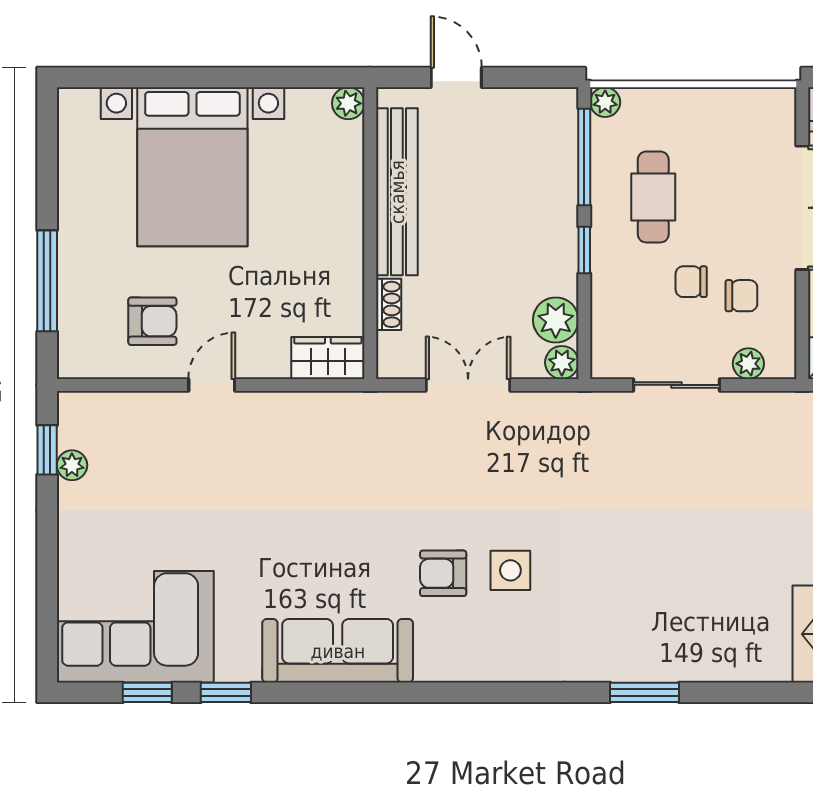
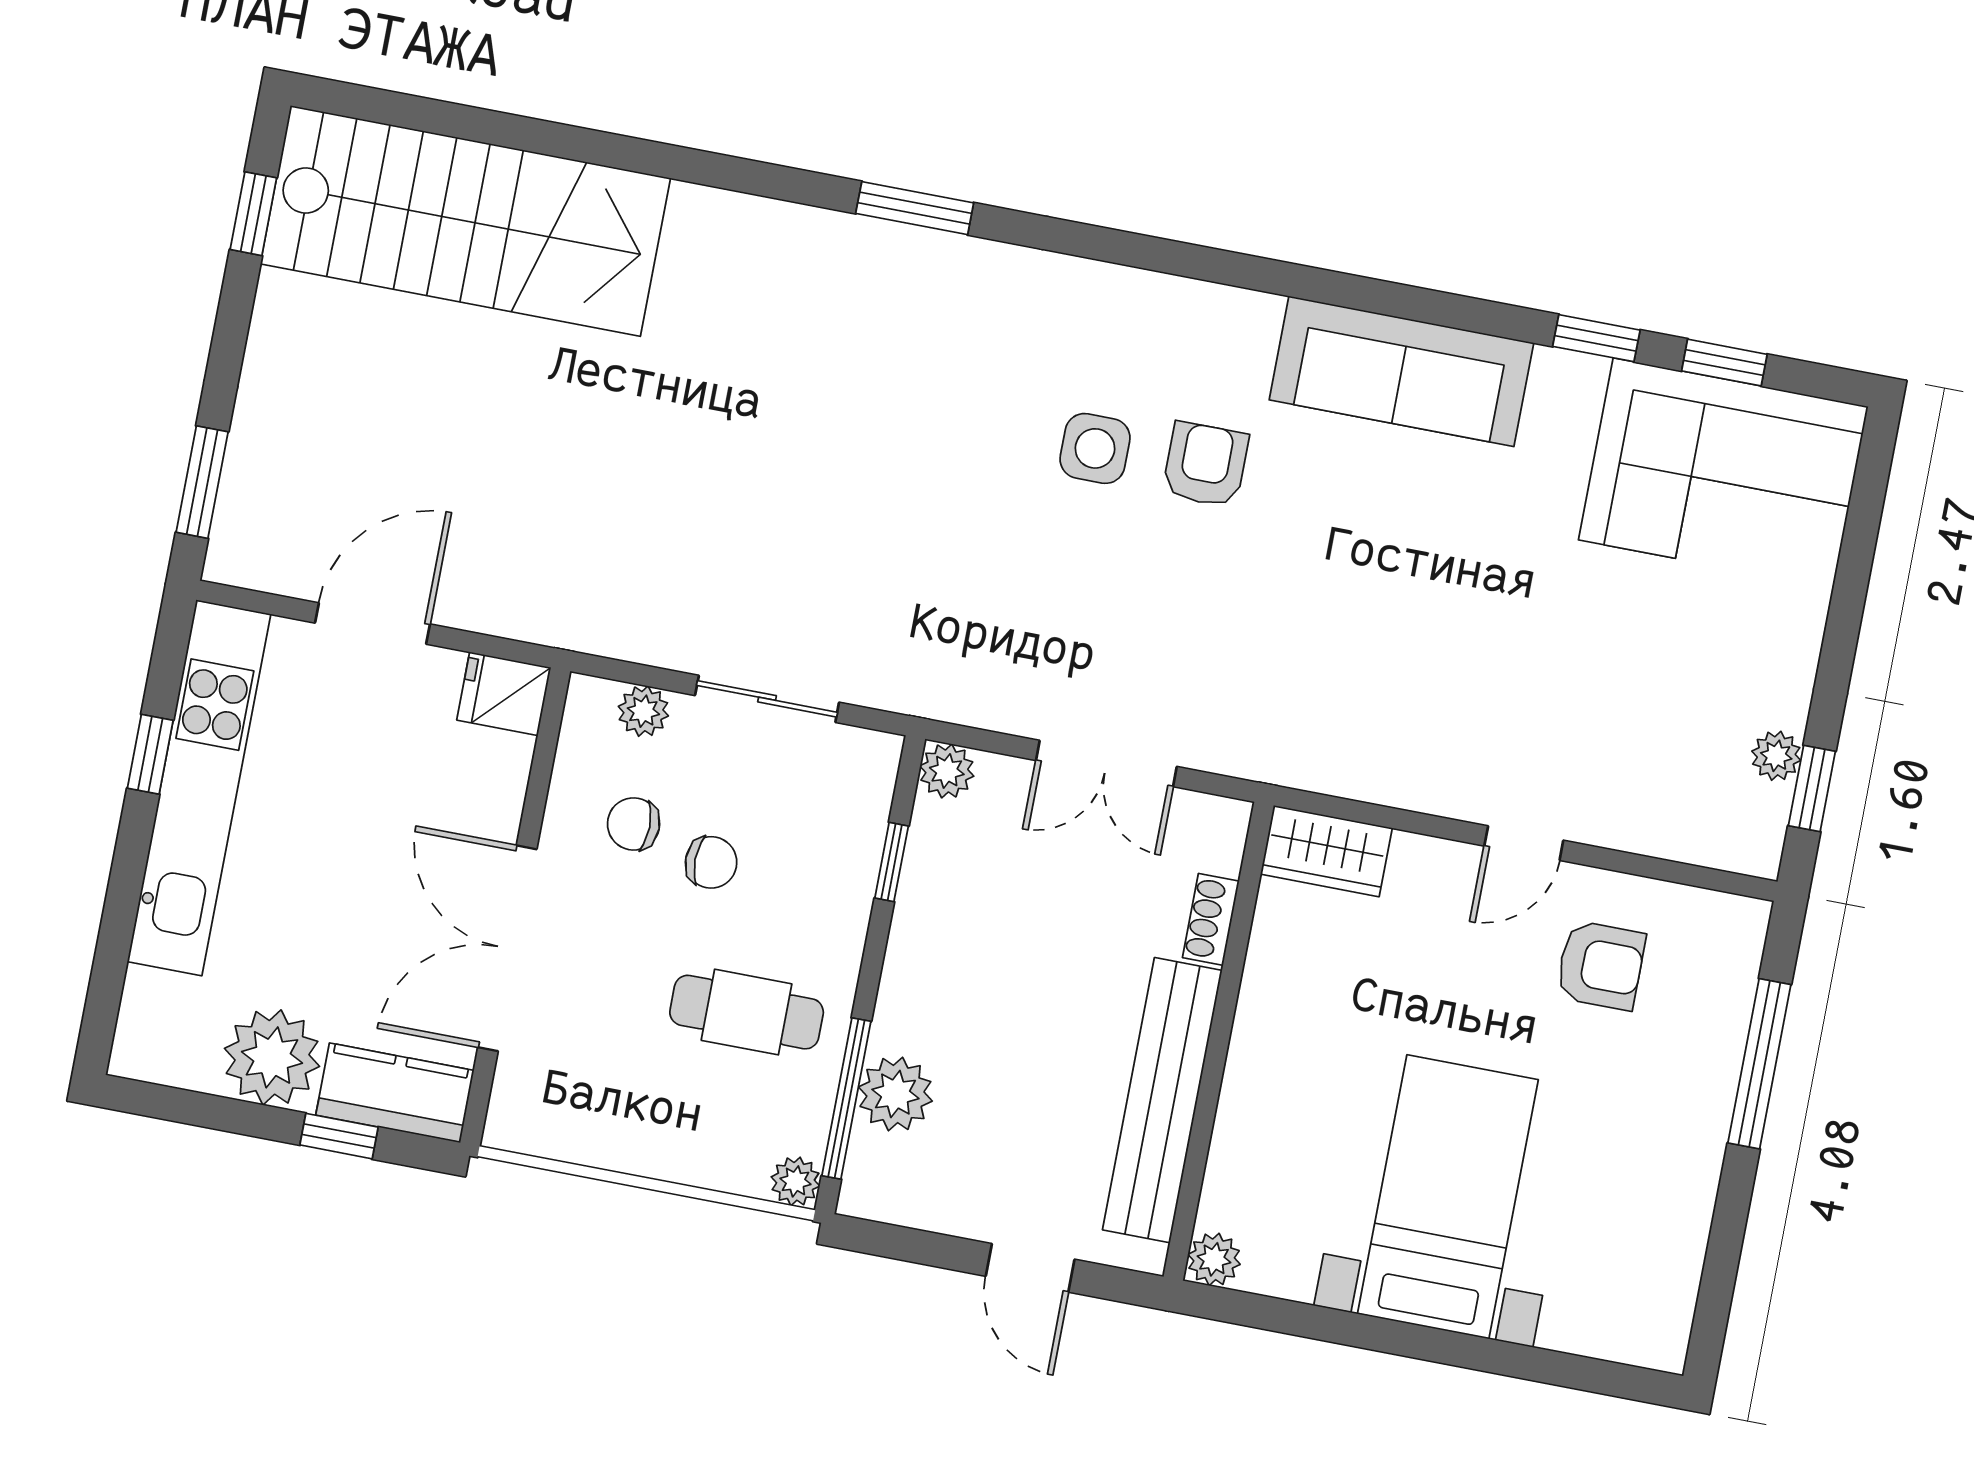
bed with nightstands: (192, 167) -> (1448, 1197), width x0.73
cafe table: (653, 197) -> (747, 1012), turned 90
window: (584, 250) -> (892, 862), moved
plant: (556, 320) -> (895, 1094), moved
armchair: (152, 321) -> (1601, 965), turned 180
armchair: (443, 573) -> (1206, 465), turned -90

